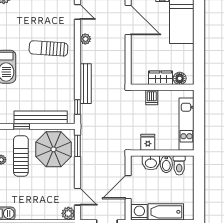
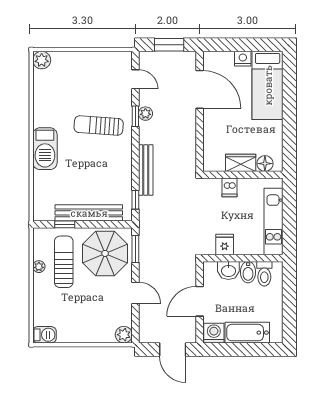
window: (77, 41) -> (135, 116), added
door: (77, 197) -> (135, 293), moved

